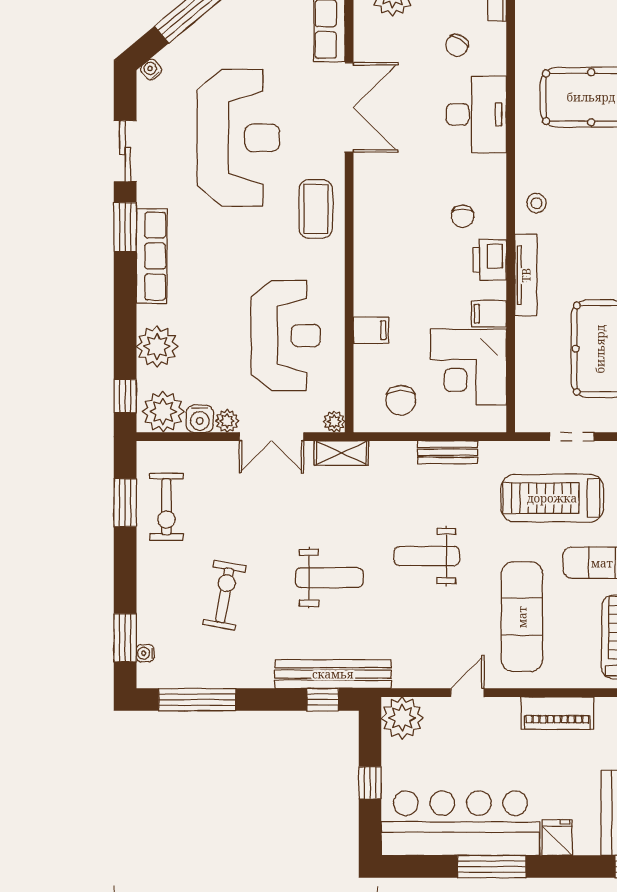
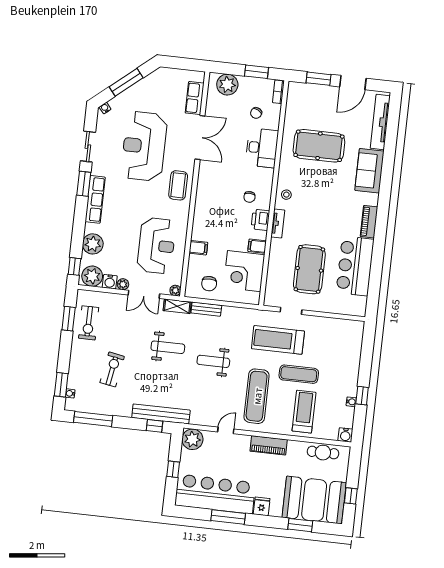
reception desk: (238, 138) -> (144, 146), turned 180
tv unit: (526, 275) -> (278, 223), width x0.71
bench: (448, 452) -> (206, 309), moved
weight bench: (329, 578) -> (168, 347), moved

